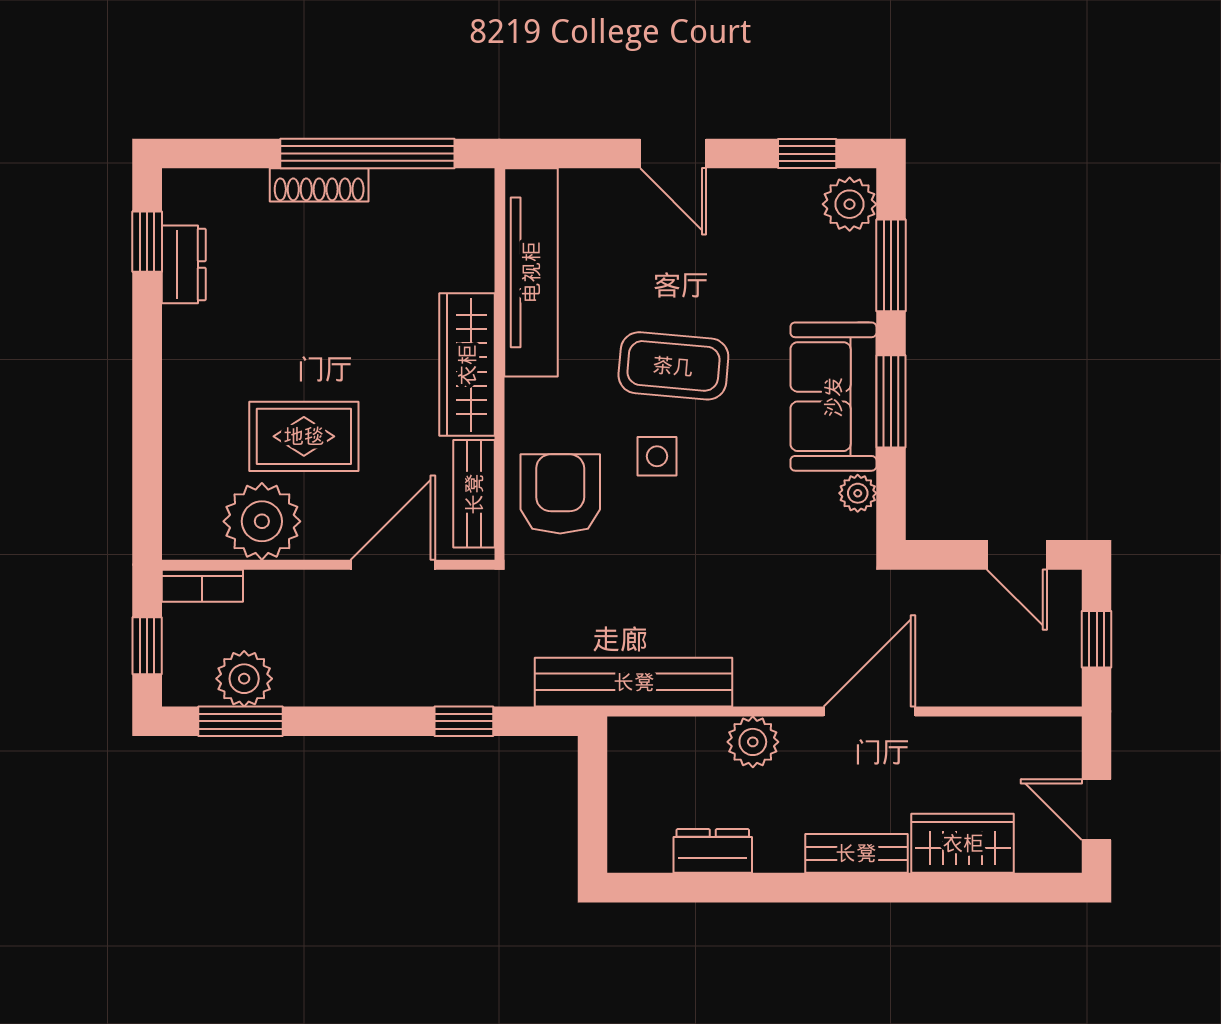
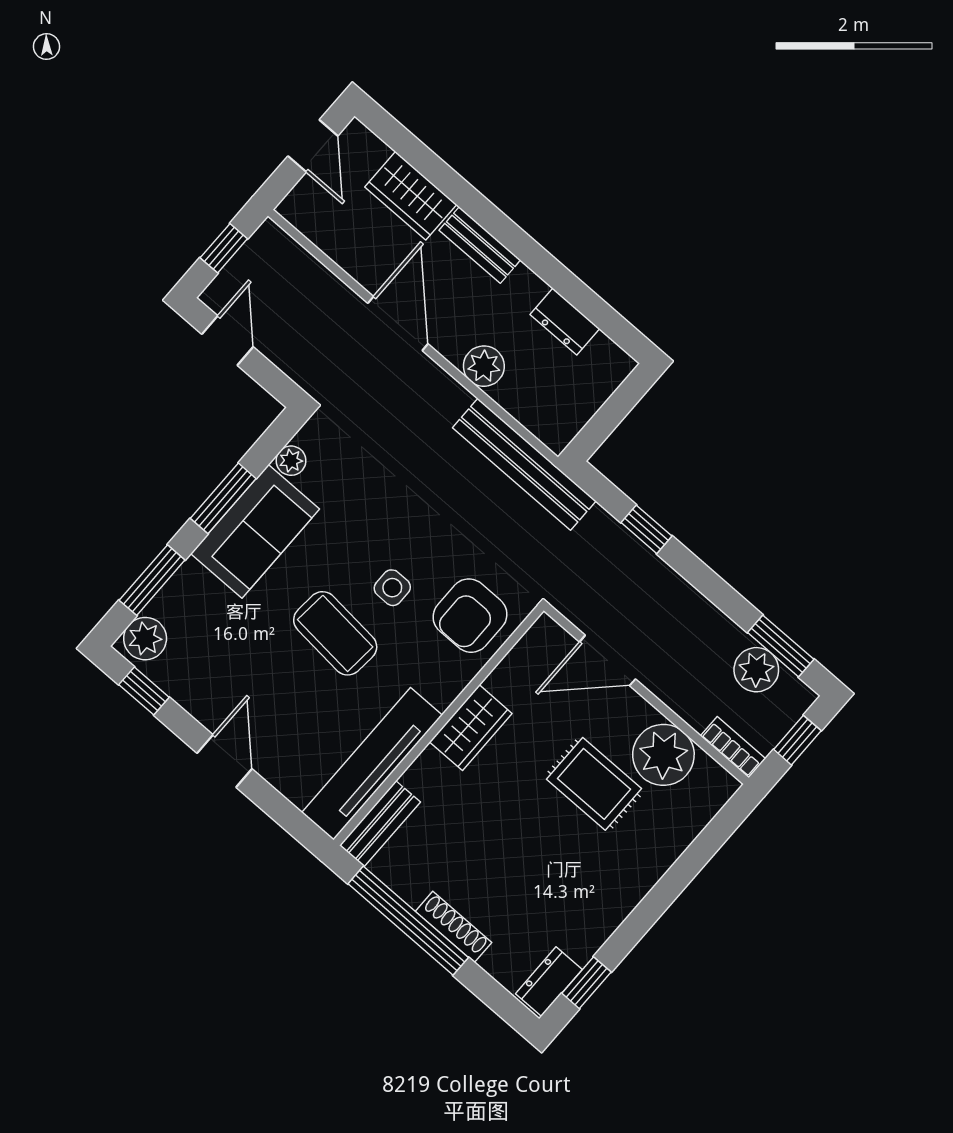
dresser: (184, 264) -> (549, 982), moved
wardrobe: (467, 365) -> (471, 728), width x0.67
bench: (474, 494) -> (380, 824), moved
door: (869, 711) -> (398, 323), swing flipped

